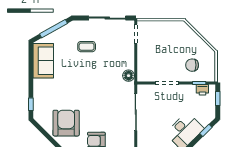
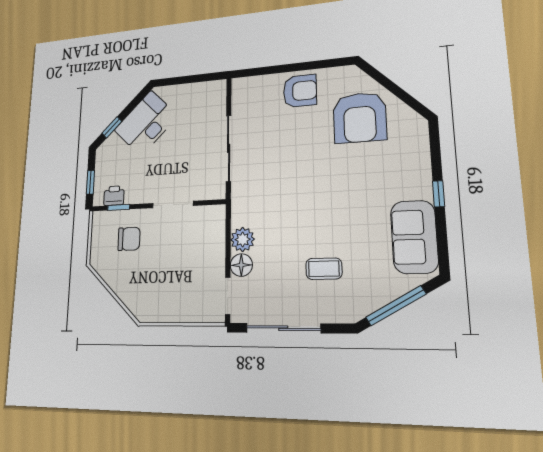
plant: (128, 62) -> (243, 239), added
floor lamp: (129, 76) -> (241, 265), moved
window: (31, 104) -> (439, 194), moved

